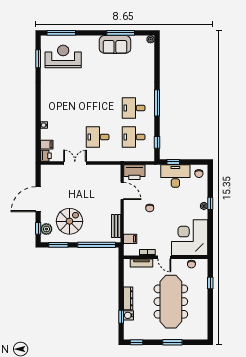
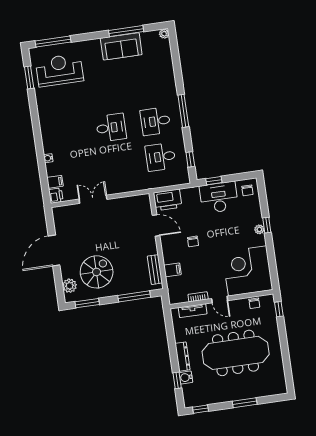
desk: (98, 137) -> (111, 128), moved, turned 180
window: (38, 228) -> (59, 286), removed
filing cabinet: (130, 239) -> (172, 270), moved
window: (97, 245) -> (134, 296), width x0.68
window: (210, 283) -> (279, 309), moved
meeting table: (171, 302) -> (236, 353), turned 90

